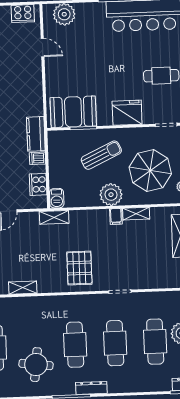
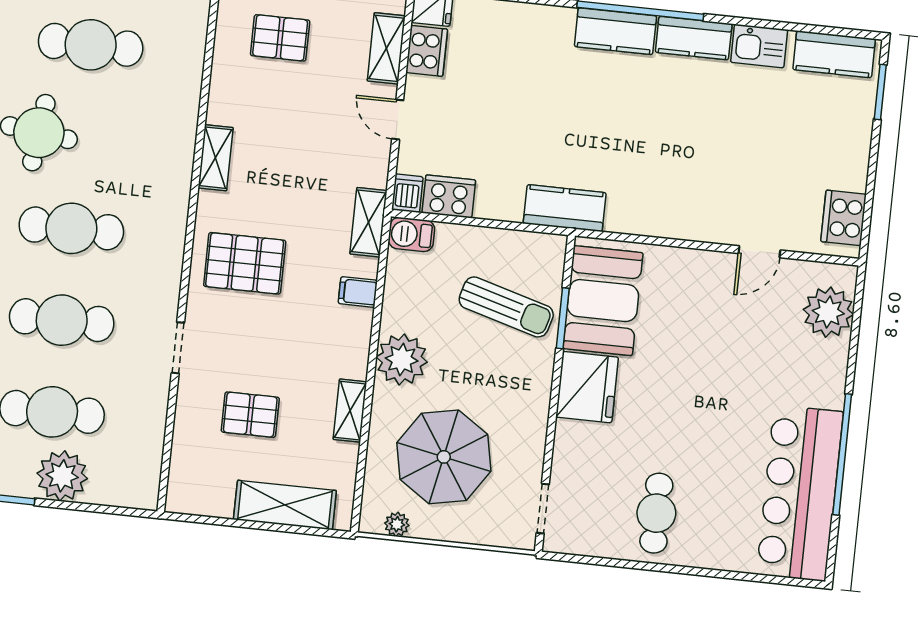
fridge: (127, 113) -> (587, 387), moved
sun lounger: (101, 155) -> (506, 307), moved, turned -49
dishwasher: (38, 158) -> (407, 193), moved
filing cabinet: (116, 216) -> (358, 292), moved
pallet: (144, 256) -> (250, 415), added
shelving: (23, 288) -> (216, 158), moved

